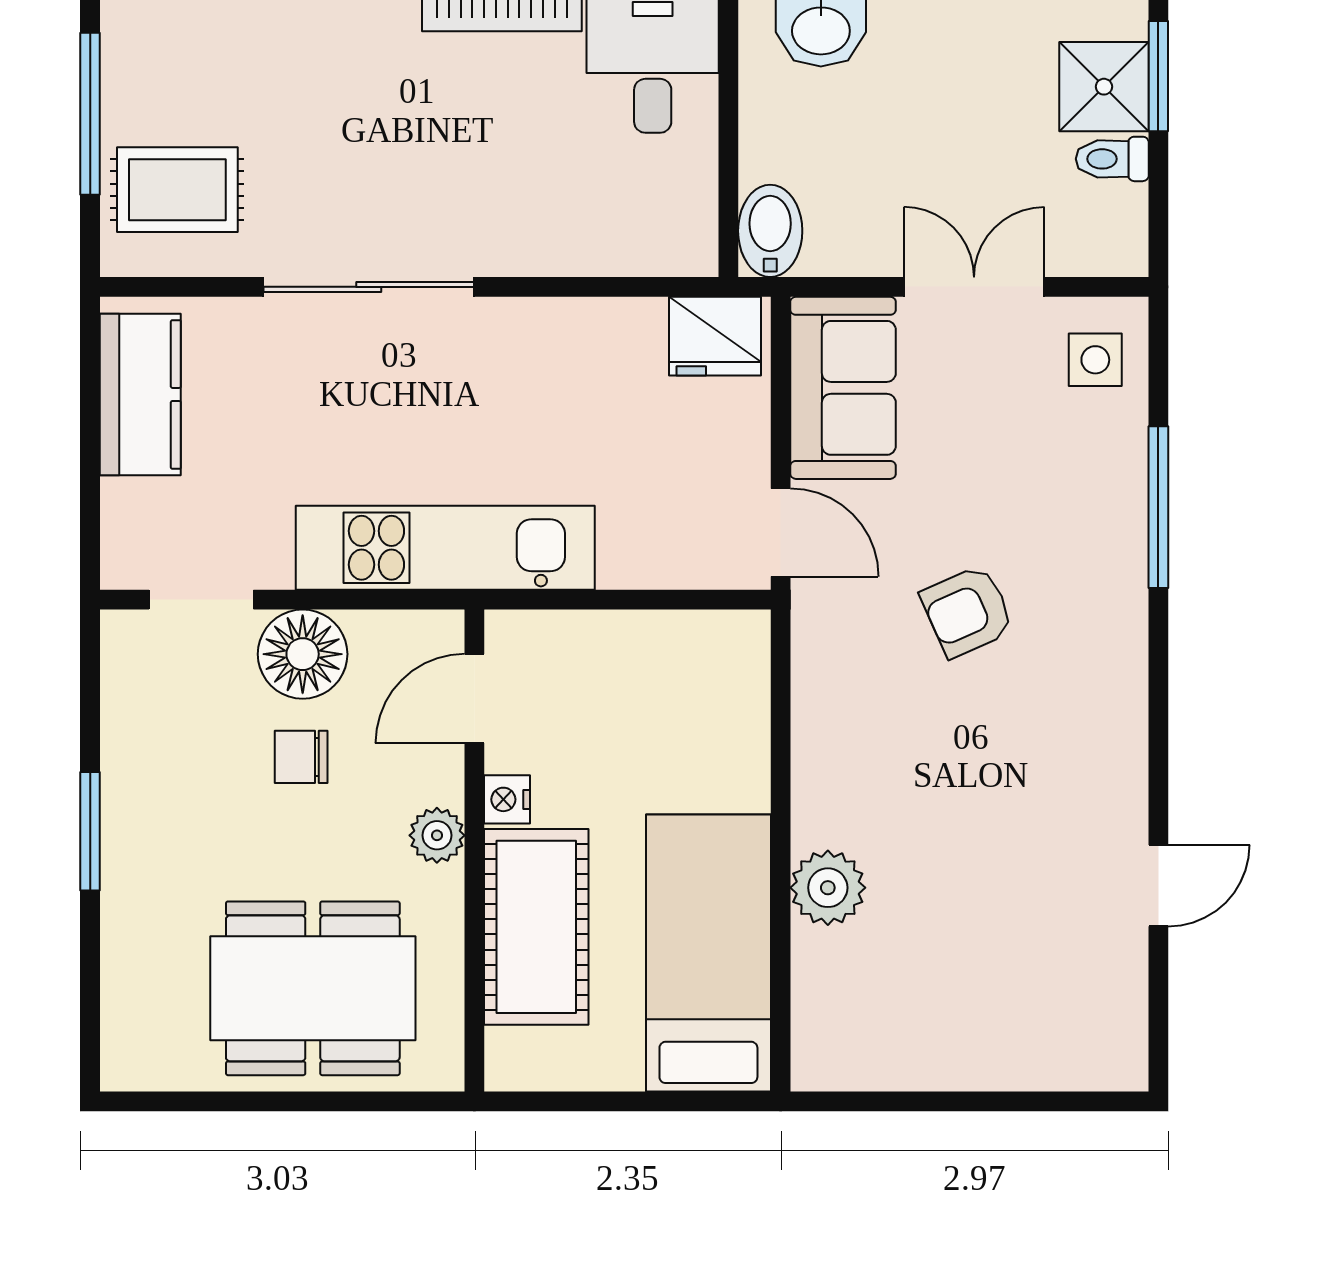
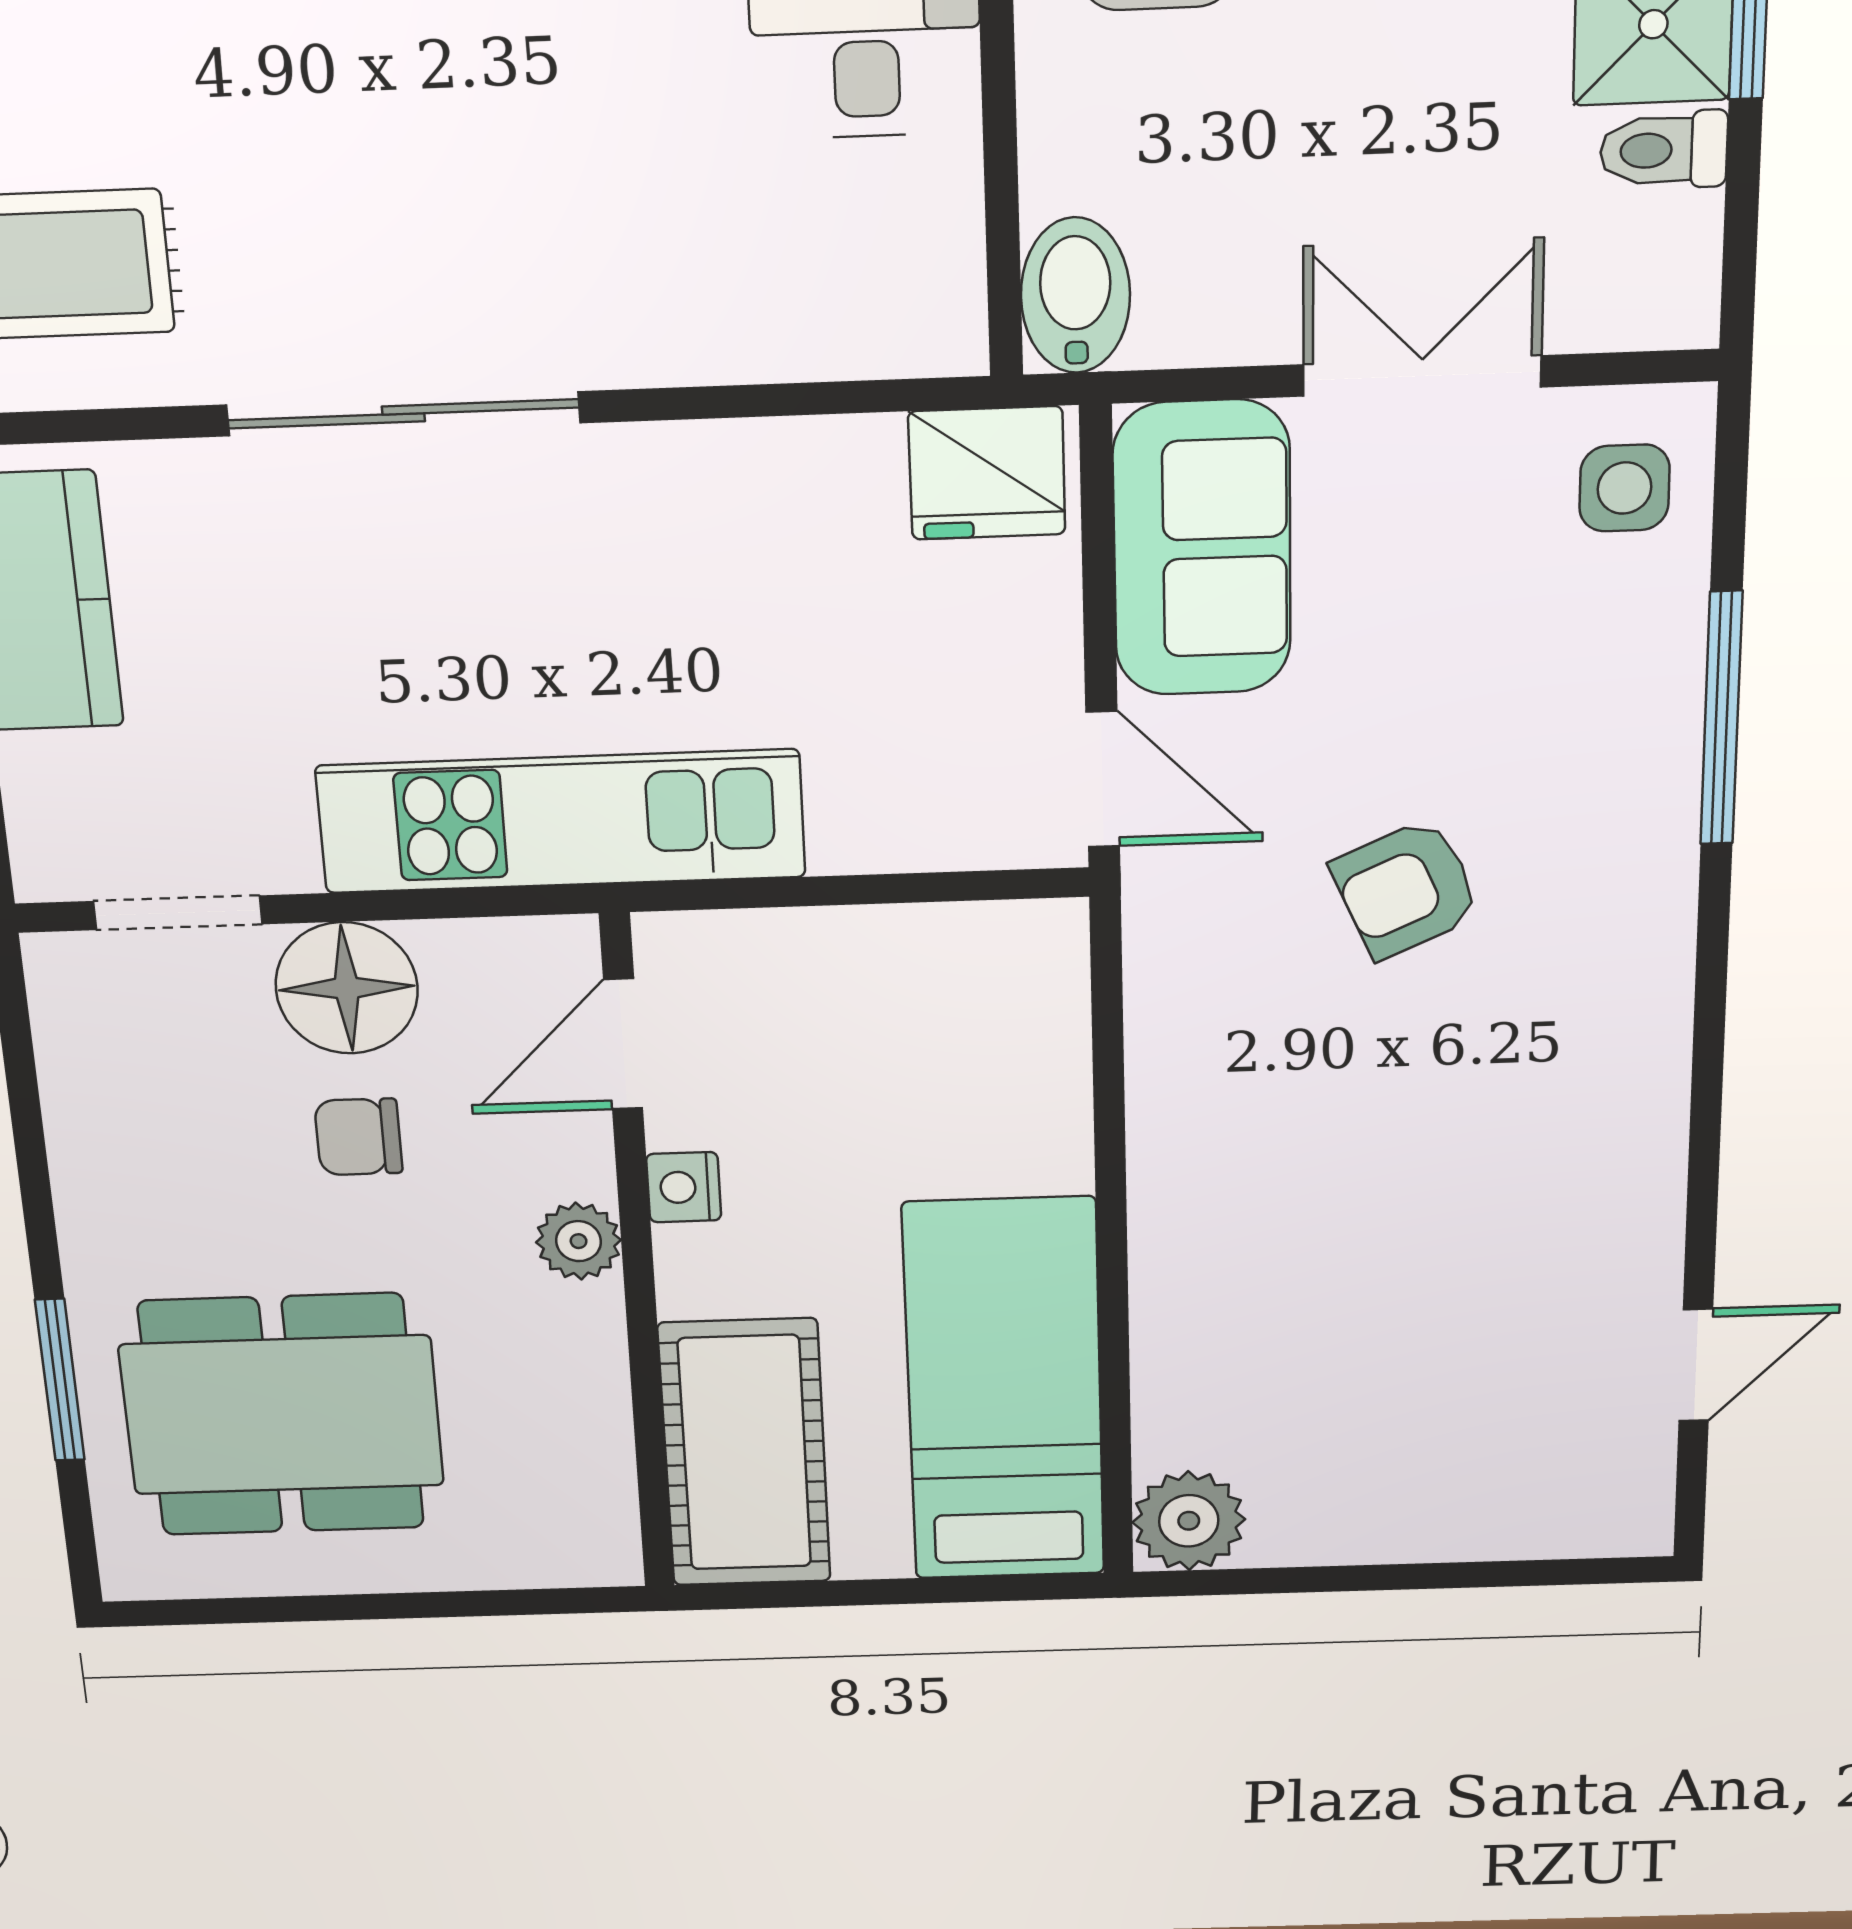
window: (90, 831) -> (60, 1380), moved
door: (1158, 886) -> (1696, 1365), moved
plant: (828, 888) -> (1189, 1521), moved
cot: (536, 927) -> (745, 1453), moved
dining table: (313, 988) -> (282, 1415), moved

